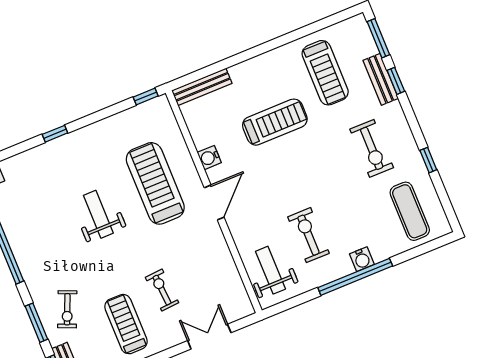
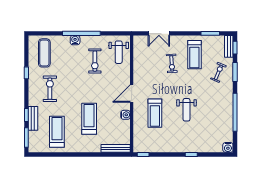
treadmill: (275, 122) -> (89, 119), turned 90
treadmill: (155, 183) -> (155, 113), width x0.73, depth x0.73

